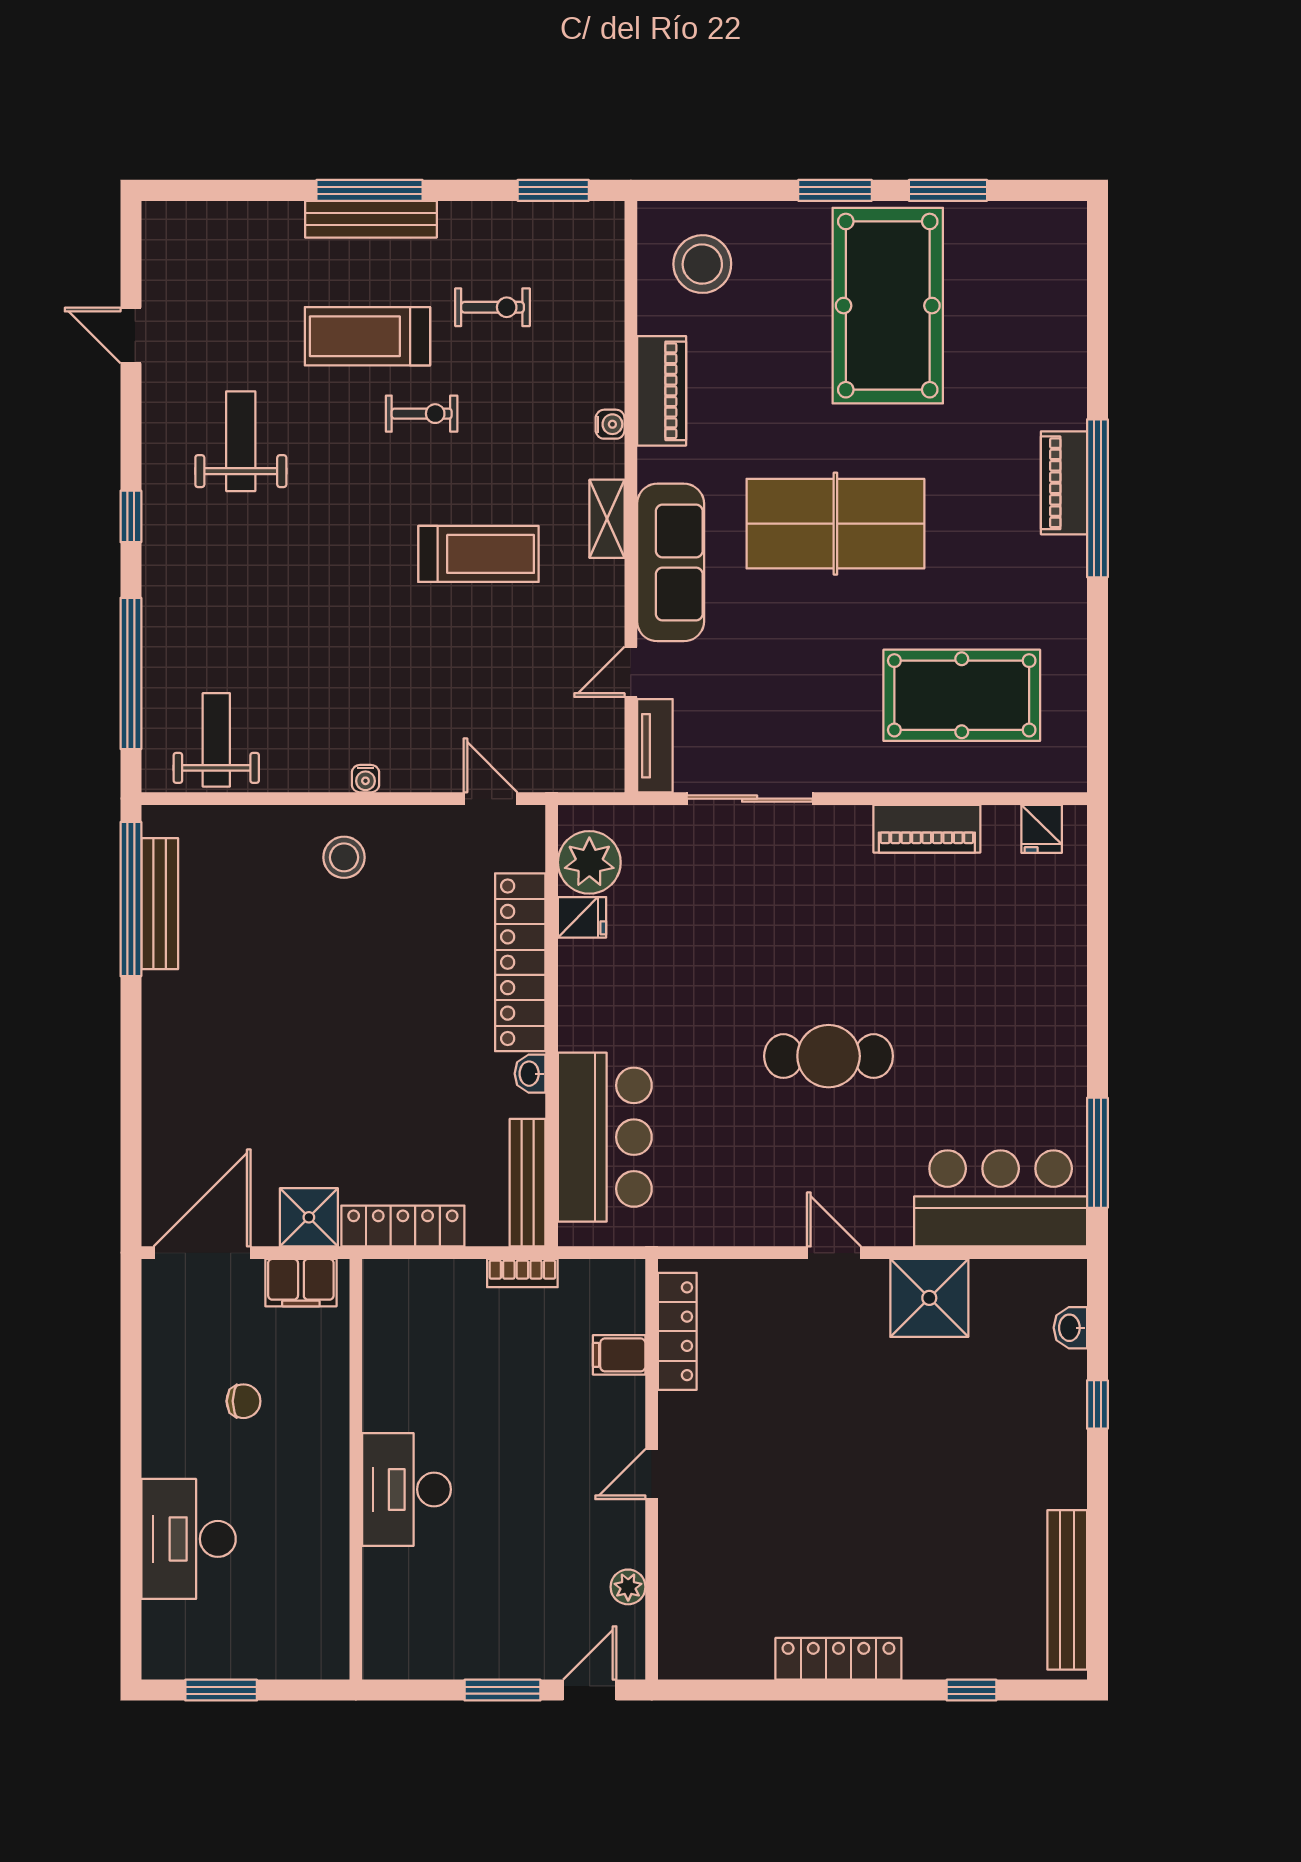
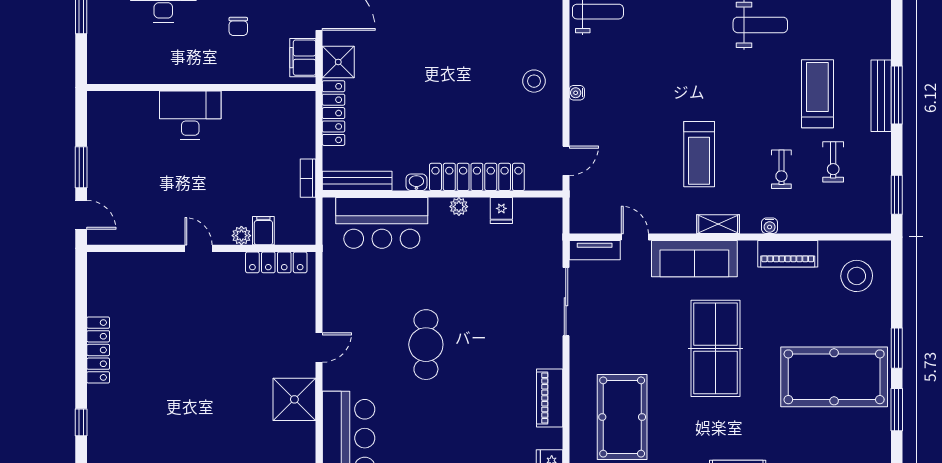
exercise bike: (422, 414) -> (781, 169), moved
plant: (589, 862) -> (459, 207), moved, width x0.53, depth x0.53
plant: (628, 1587) -> (241, 236), moved

